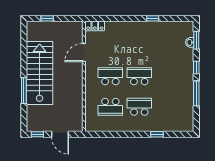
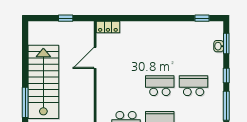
window: (47, 18) -> (66, 18), moved
window: (153, 18) -> (202, 18), moved
school desk: (110, 76) -> (194, 86), moved

